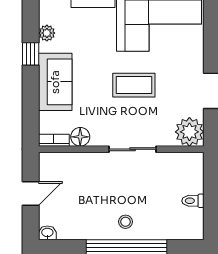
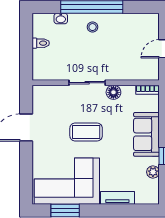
plant: (189, 132) -> (43, 96), removed
floor lamp: (80, 137) -> (113, 92), moved
washbasin: (47, 233) -> (61, 19), moved

